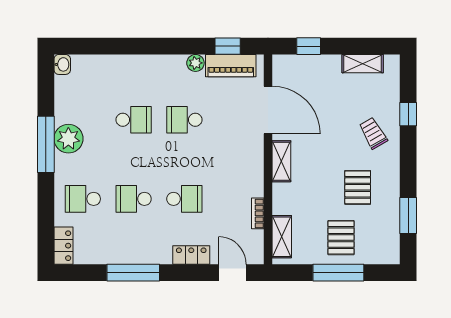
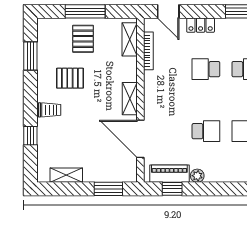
window: (309, 46) -> (108, 189), width x1.50
trolley: (373, 133) -> (50, 110), moved, turned -60
pallet: (358, 187) -> (70, 78), turned 90
bookcase: (258, 213) -> (148, 51), width x1.56

